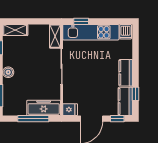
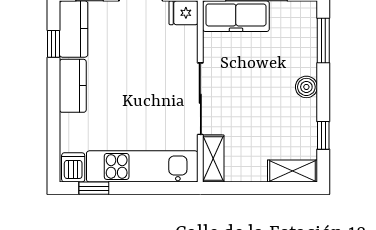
window: (81, 21) -> (94, 188), moved

